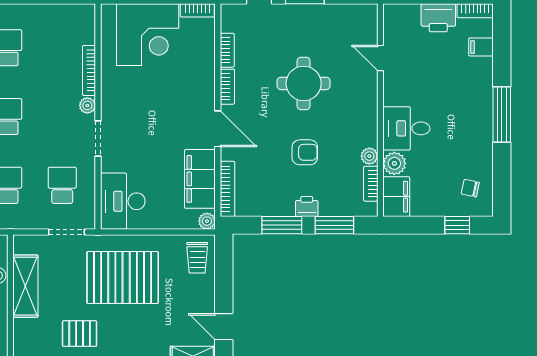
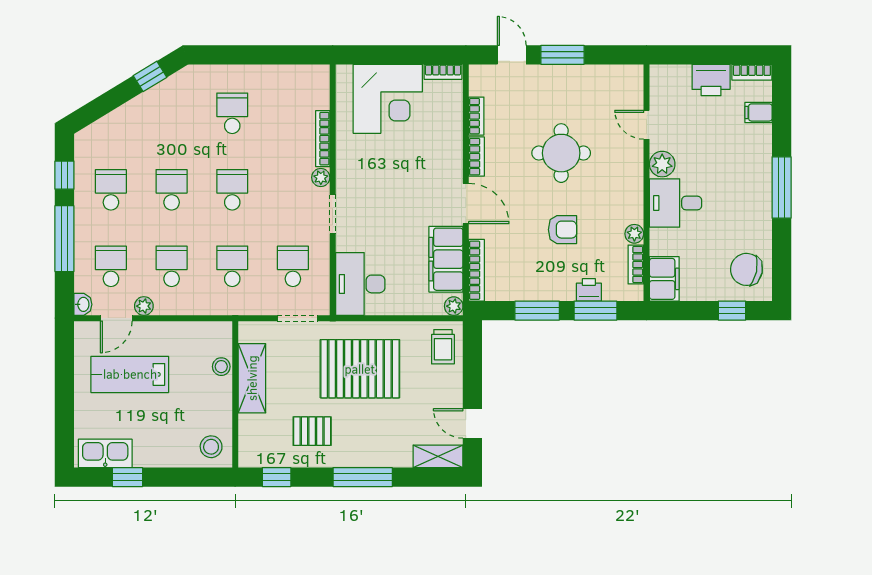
plant: (394, 163) -> (662, 164), moved
chair: (470, 188) -> (747, 269), width x1.87, depth x1.87
printer: (307, 206) -> (589, 290), moved

